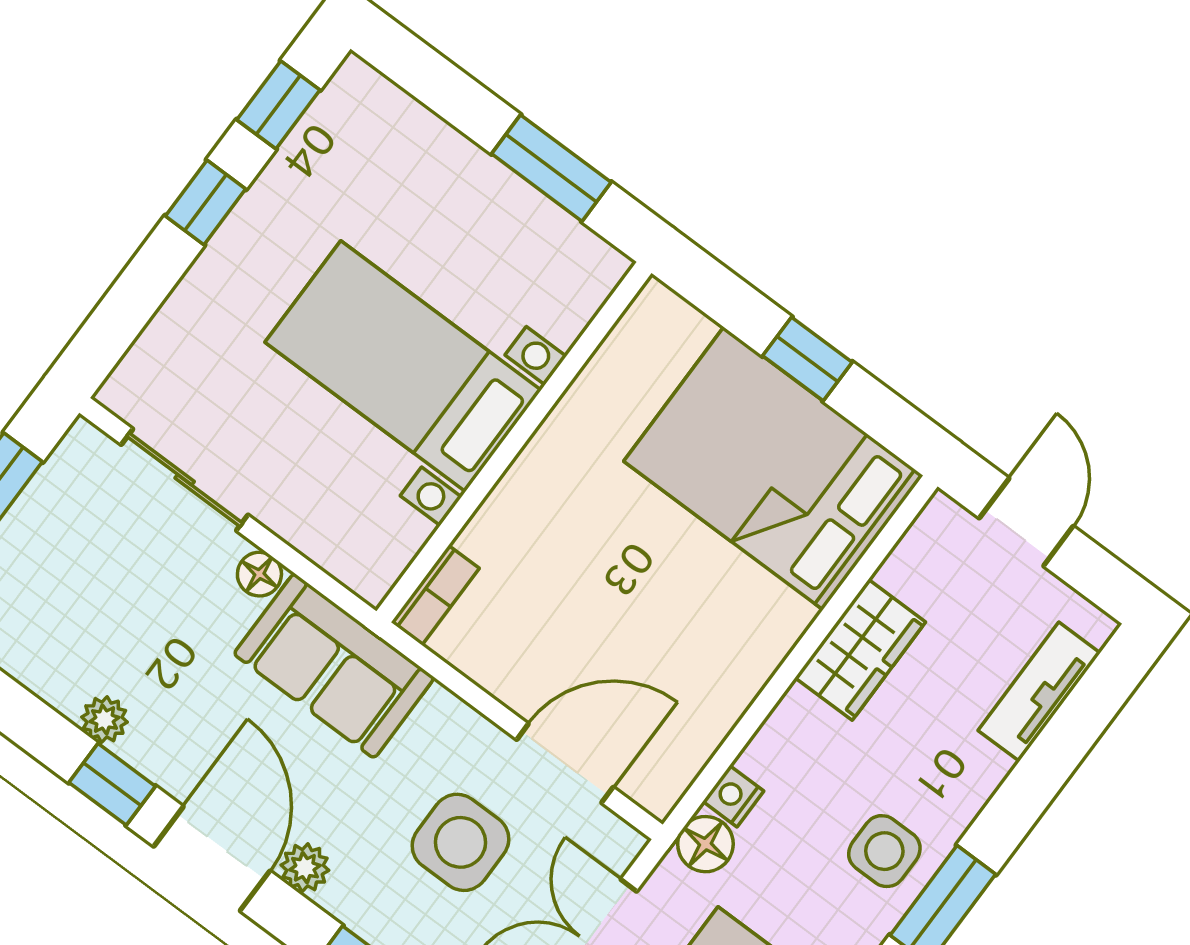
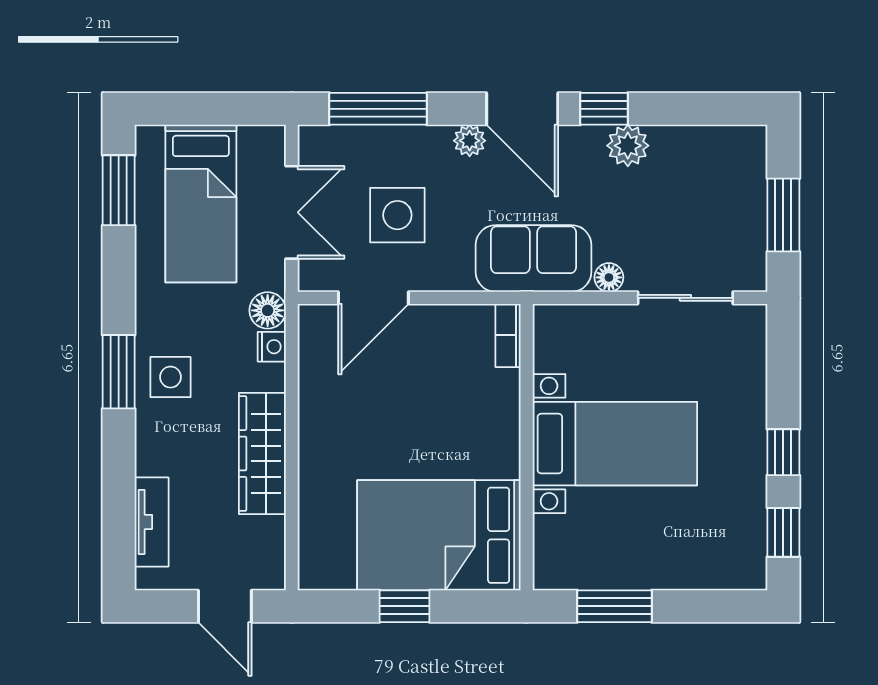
bed: (773, 468) -> (439, 535), moved, turned 180
wardrobe: (860, 650) -> (262, 453), width x1.50
plant: (104, 720) -> (628, 146), width x1.38, depth x1.38

